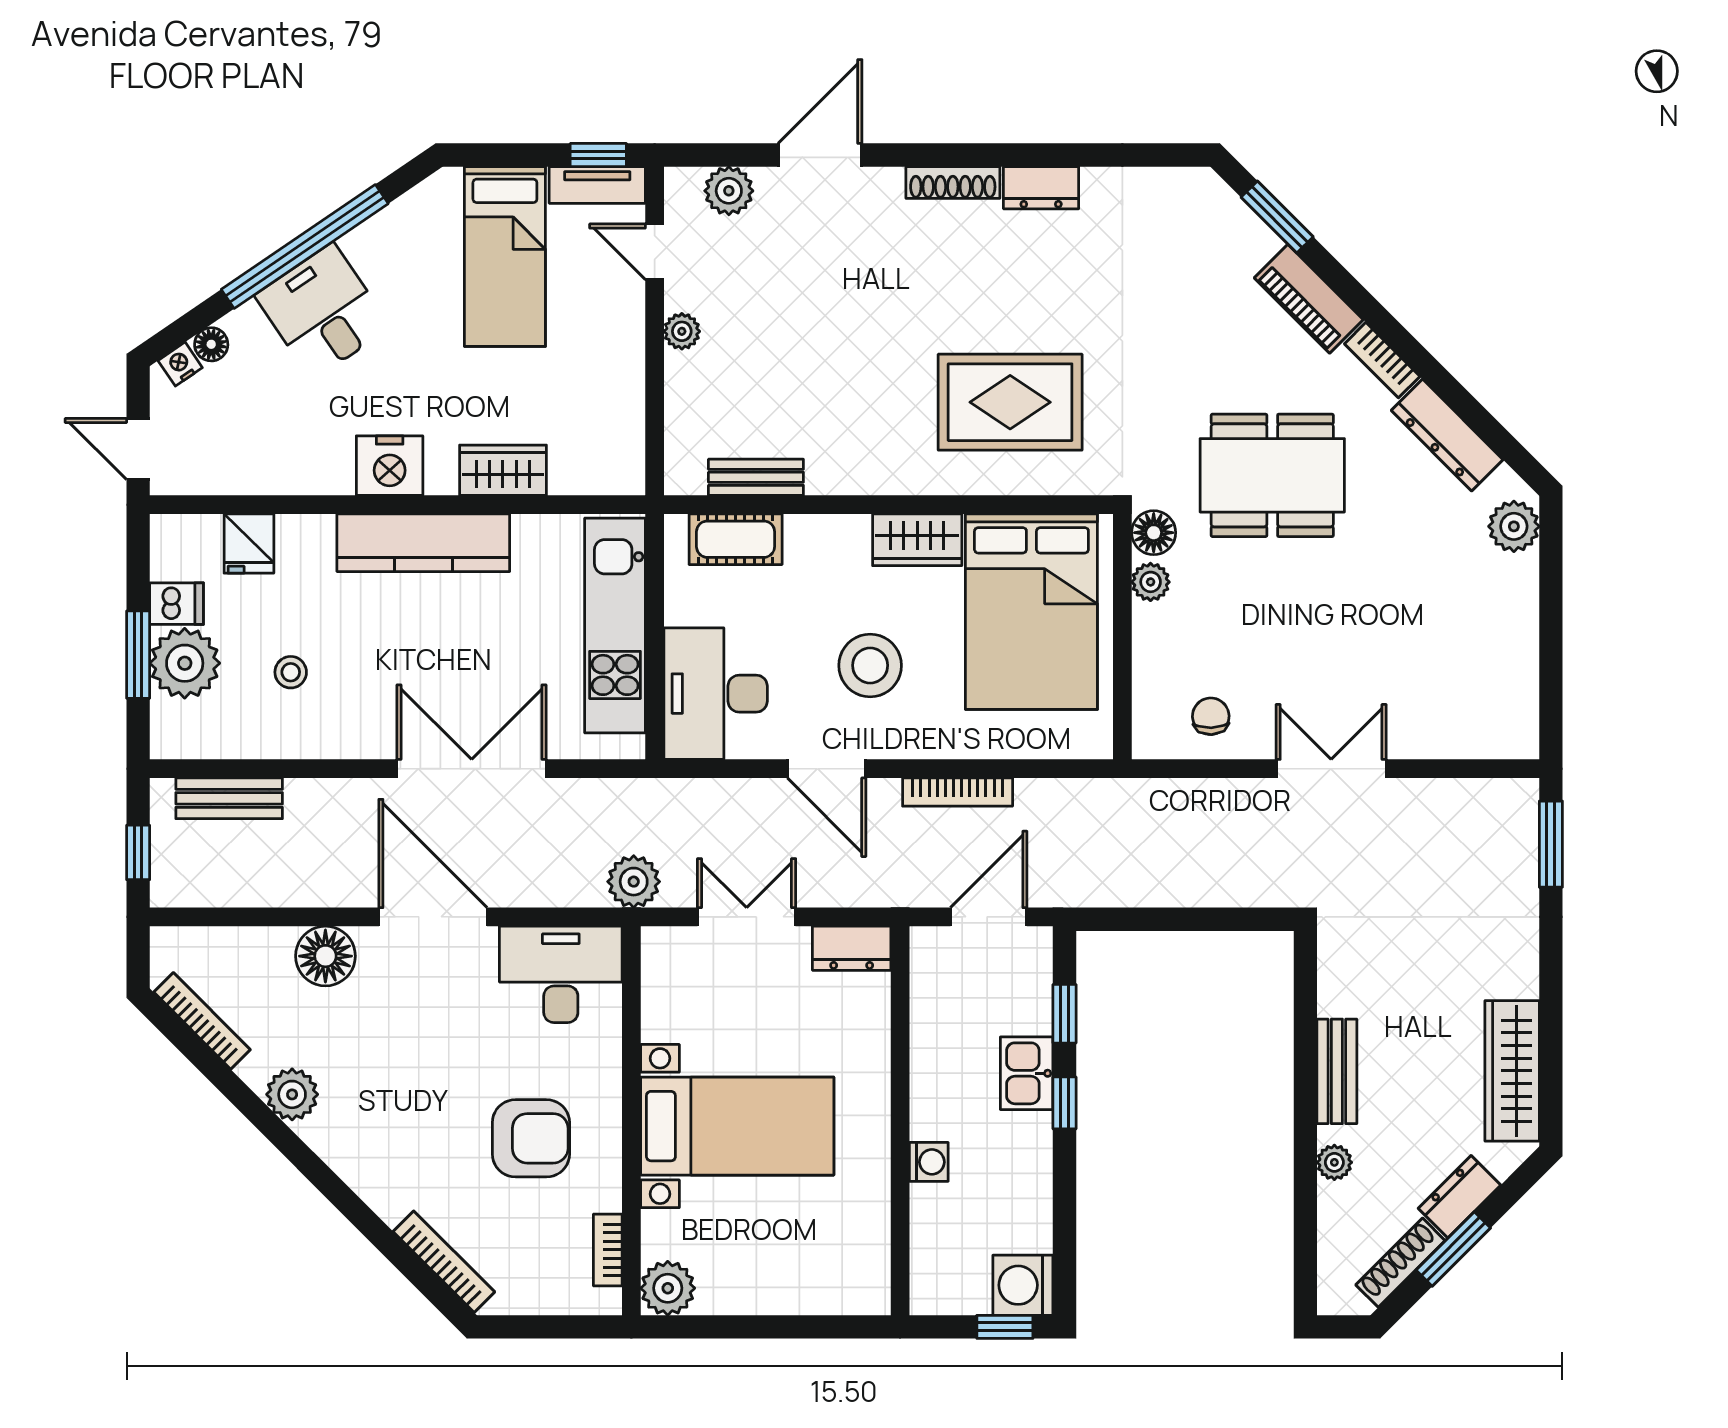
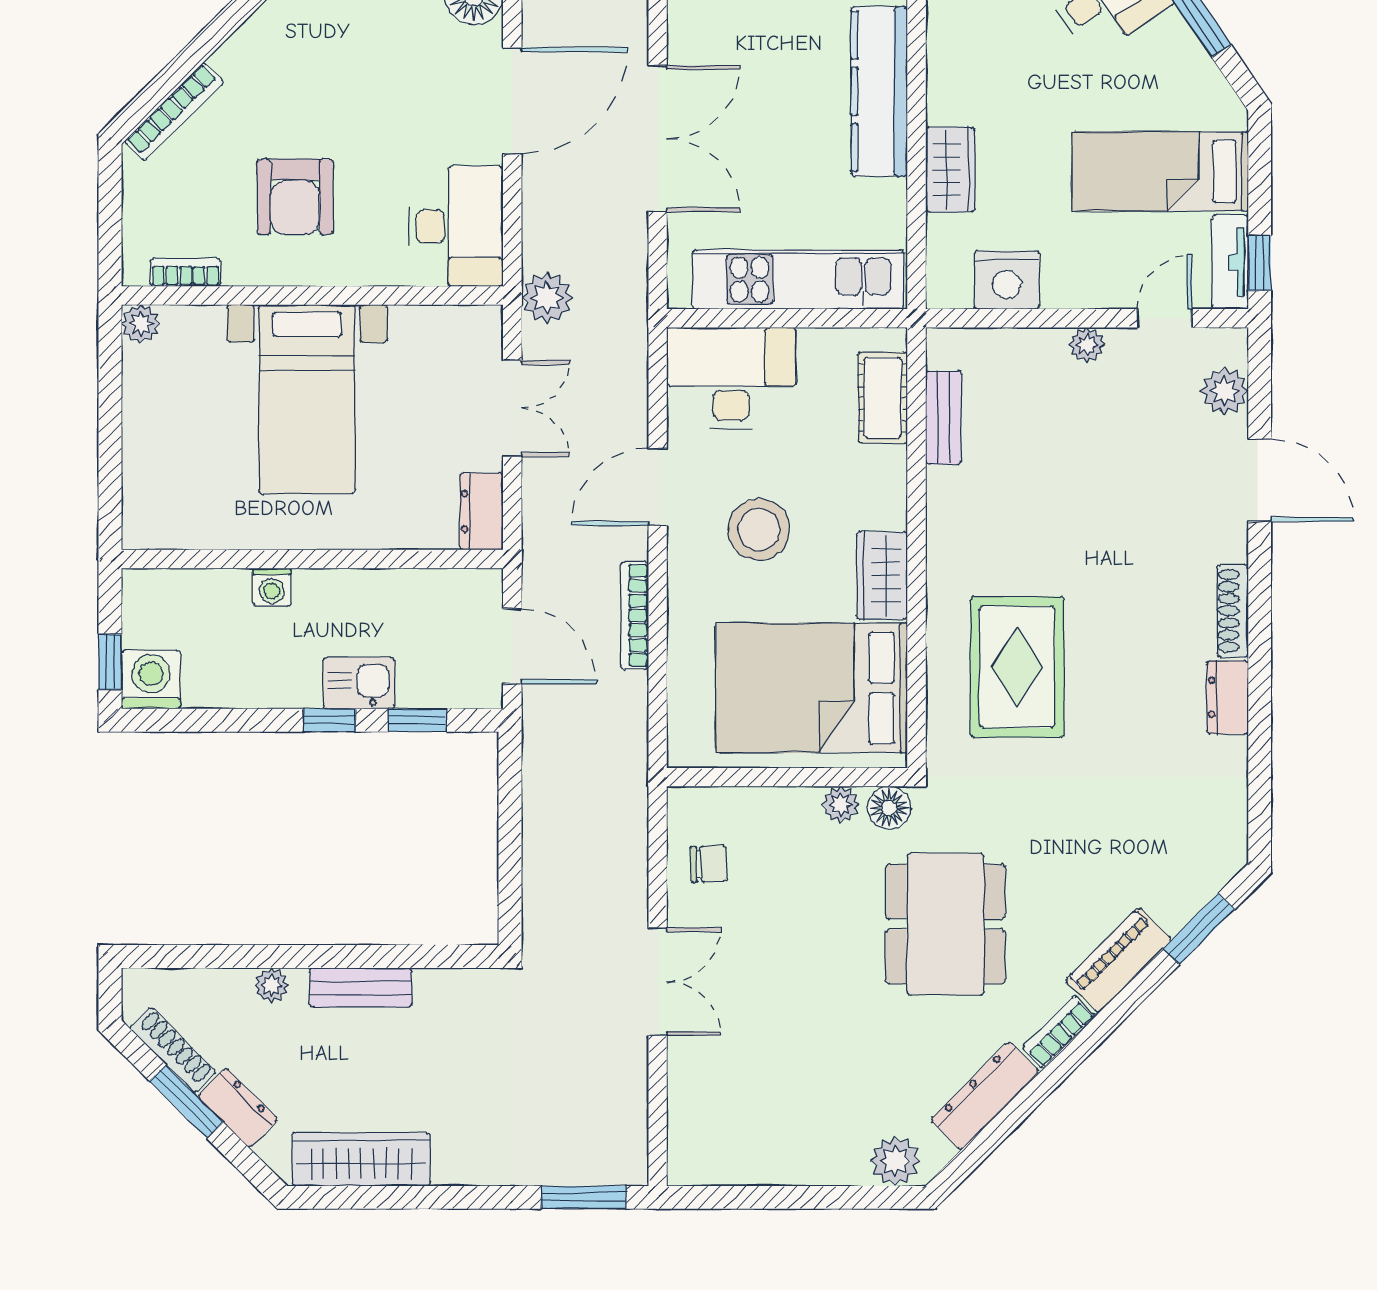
nightstand: (390, 466) -> (1007, 280), moved, turned -90
plant: (668, 1288) -> (141, 324), width x0.73, depth x0.73

